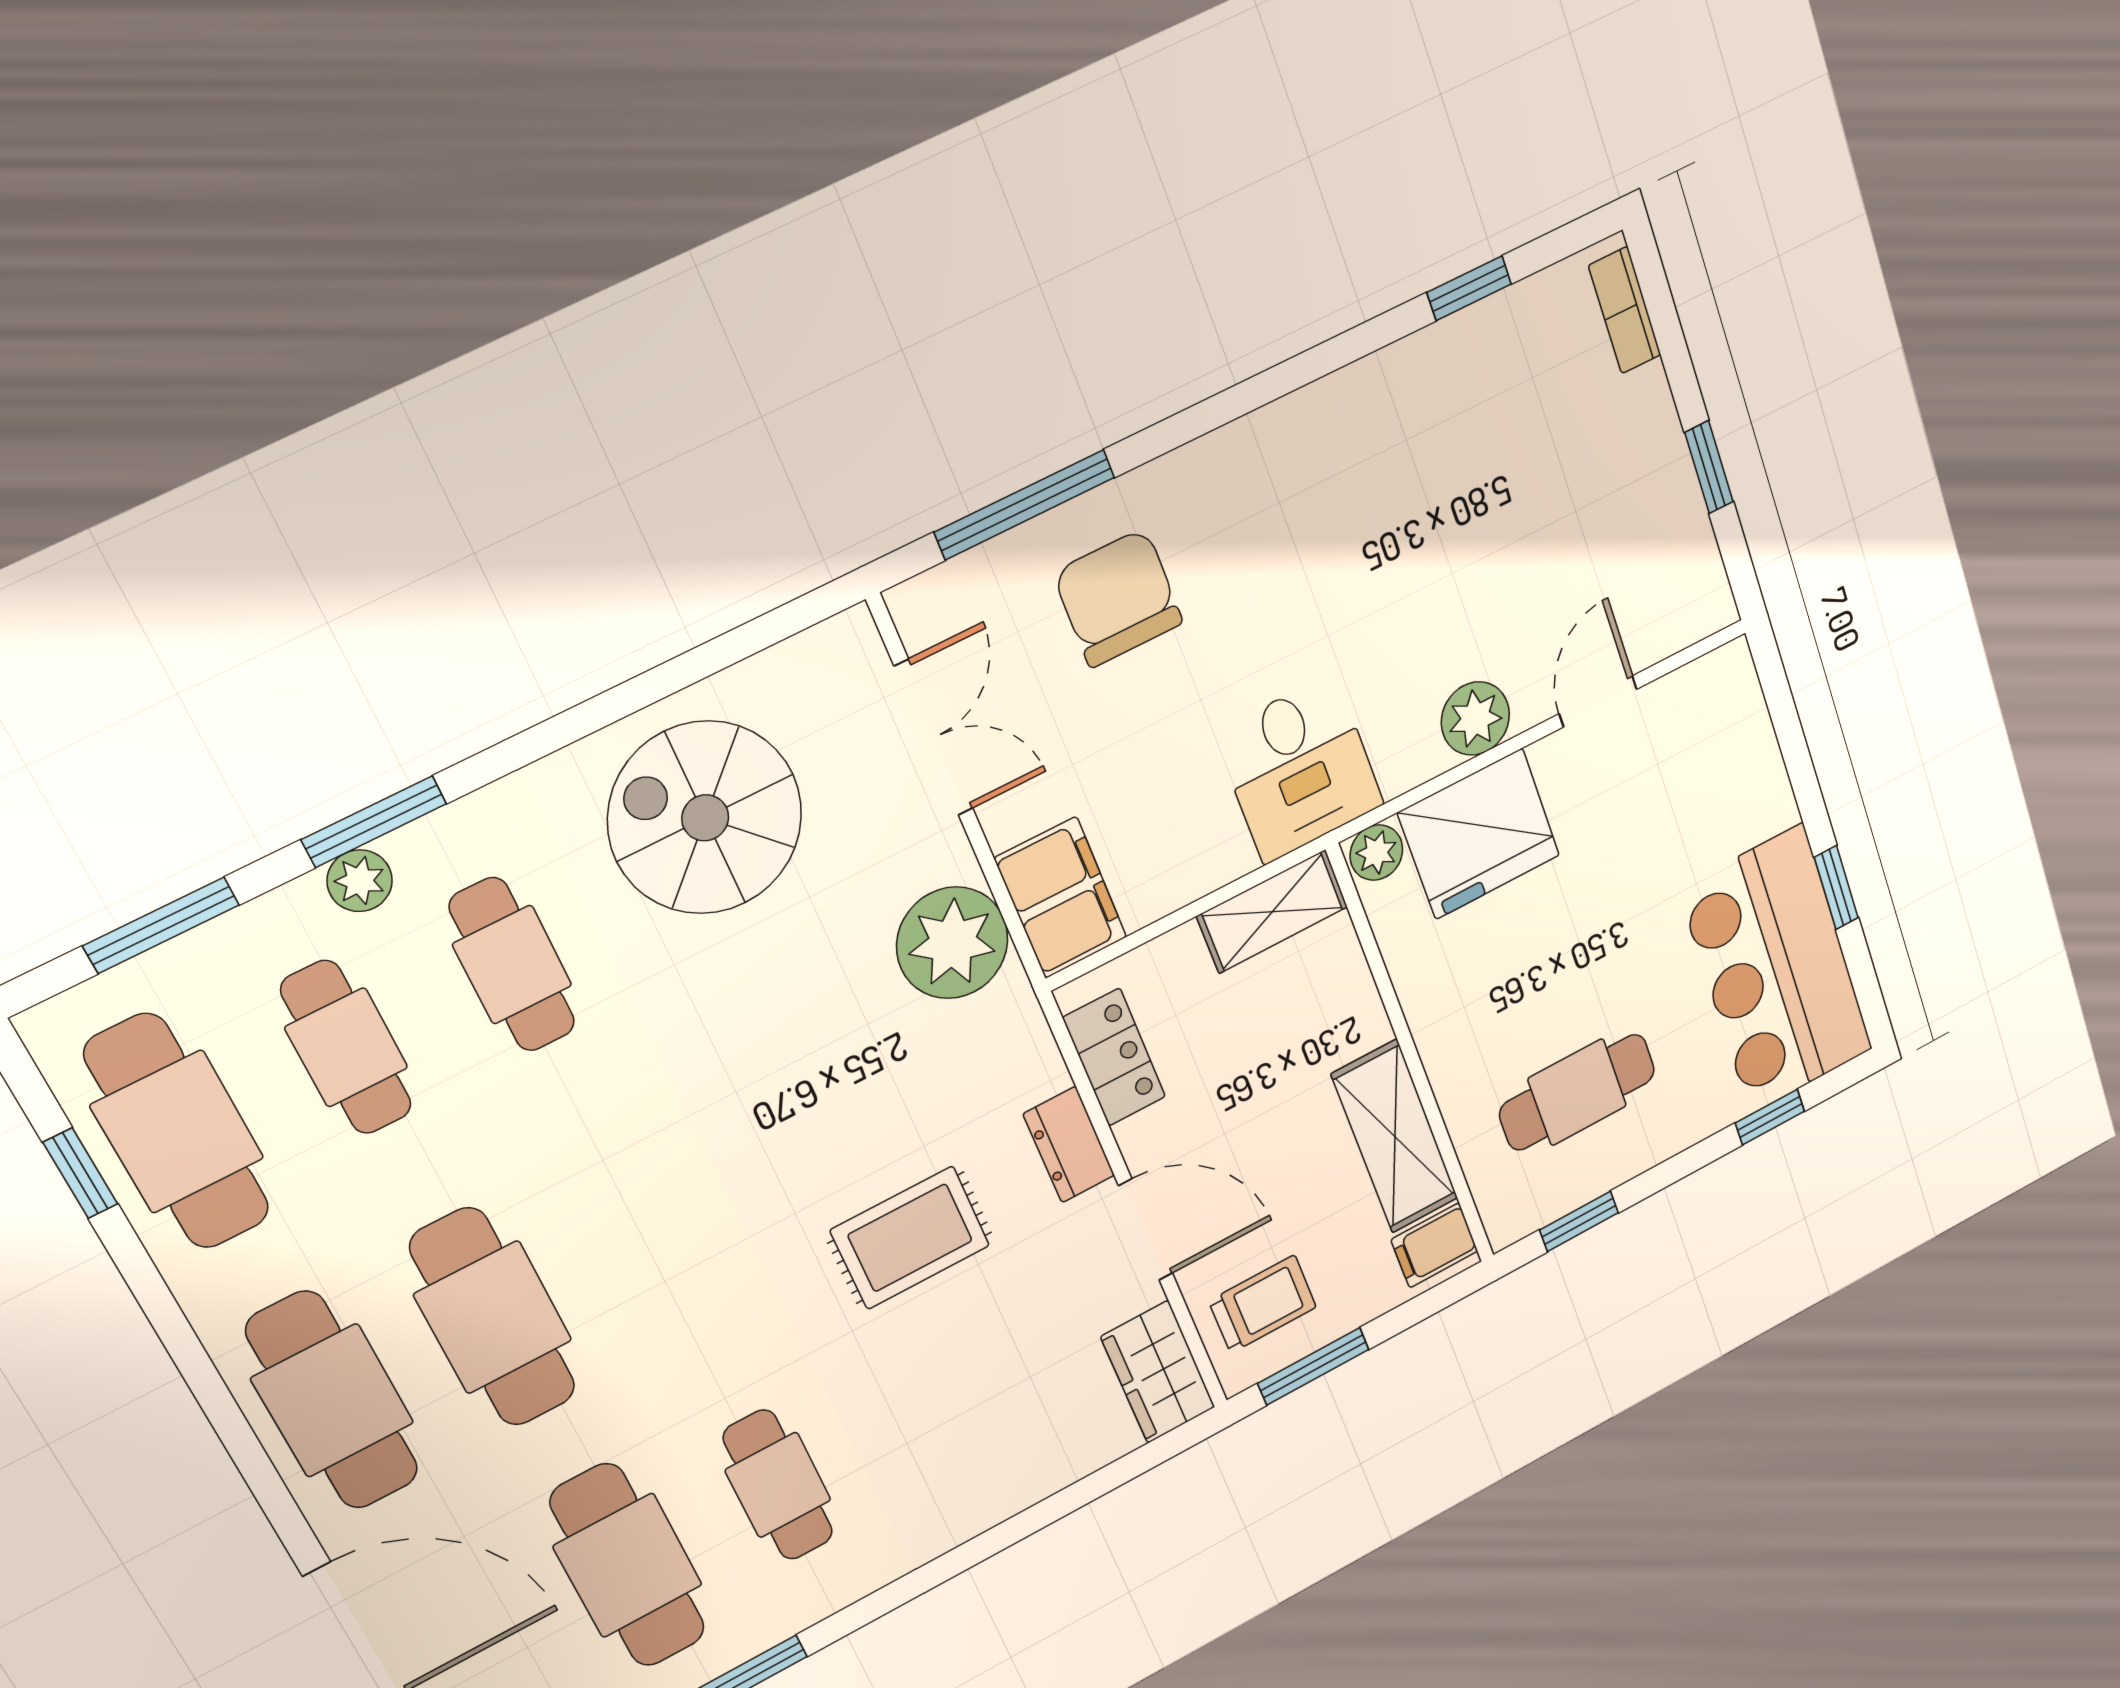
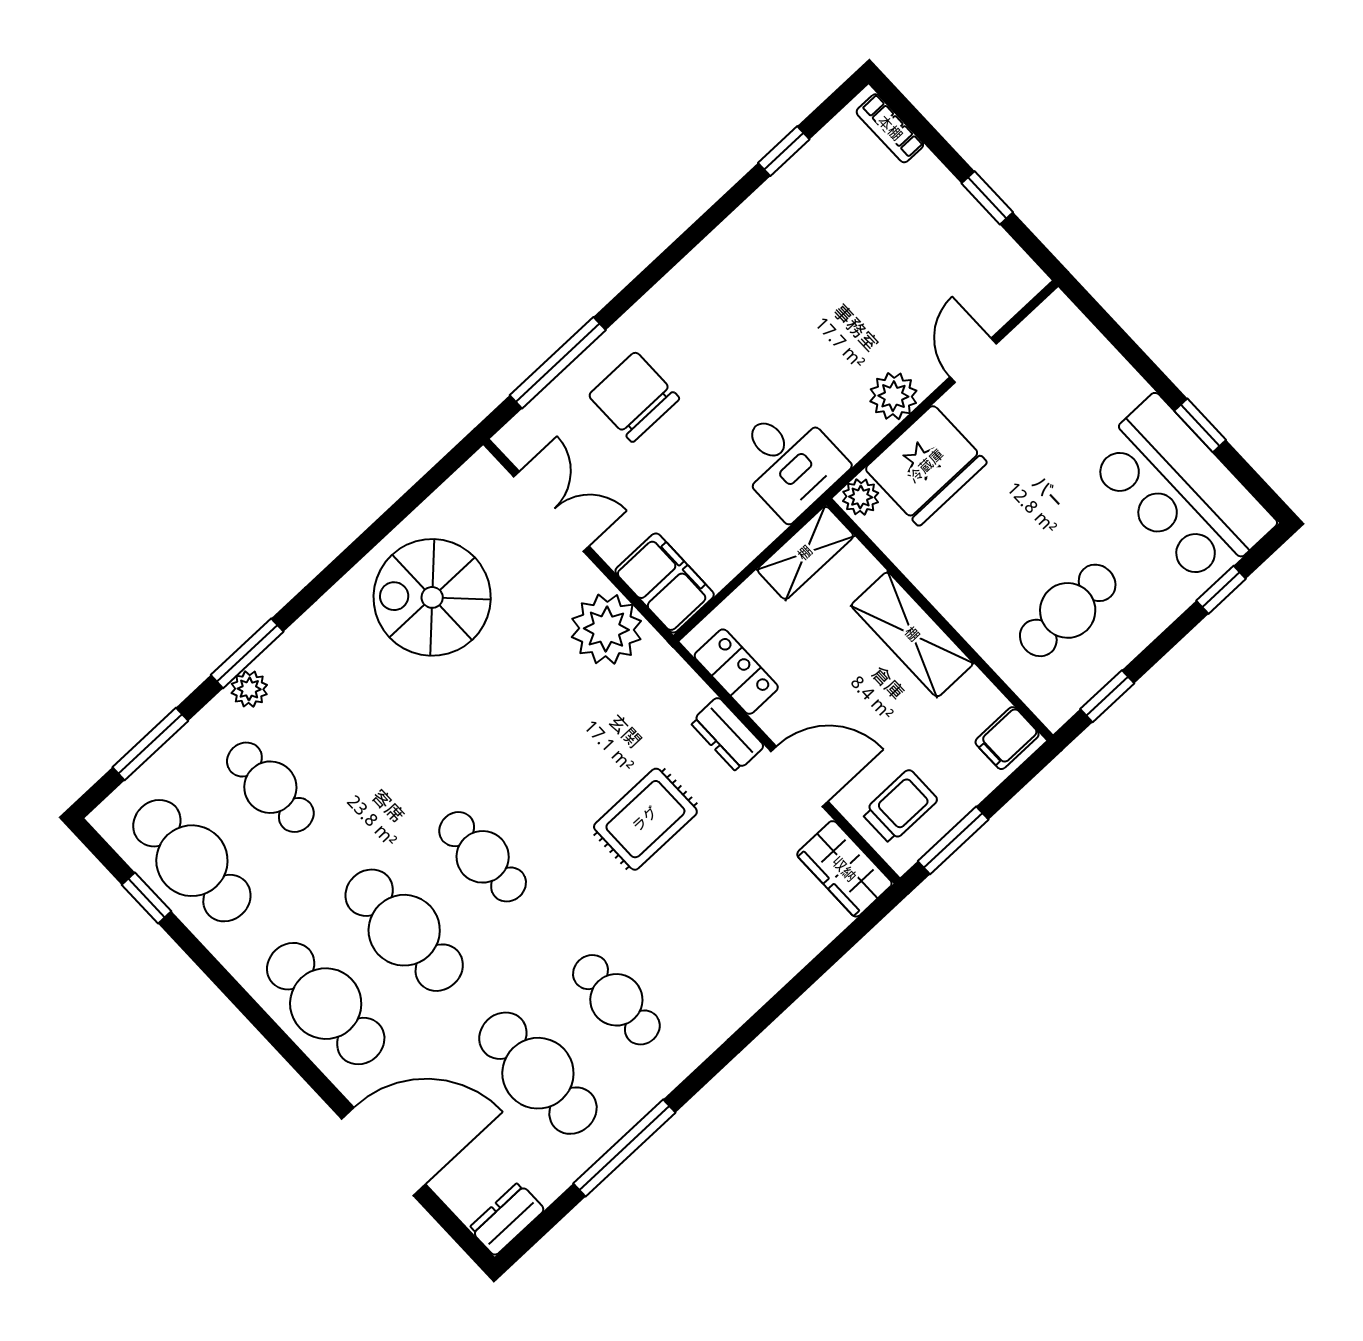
cafe table: (512, 965) -> (483, 857), moved
shelving: (1395, 1137) -> (912, 634), moved

